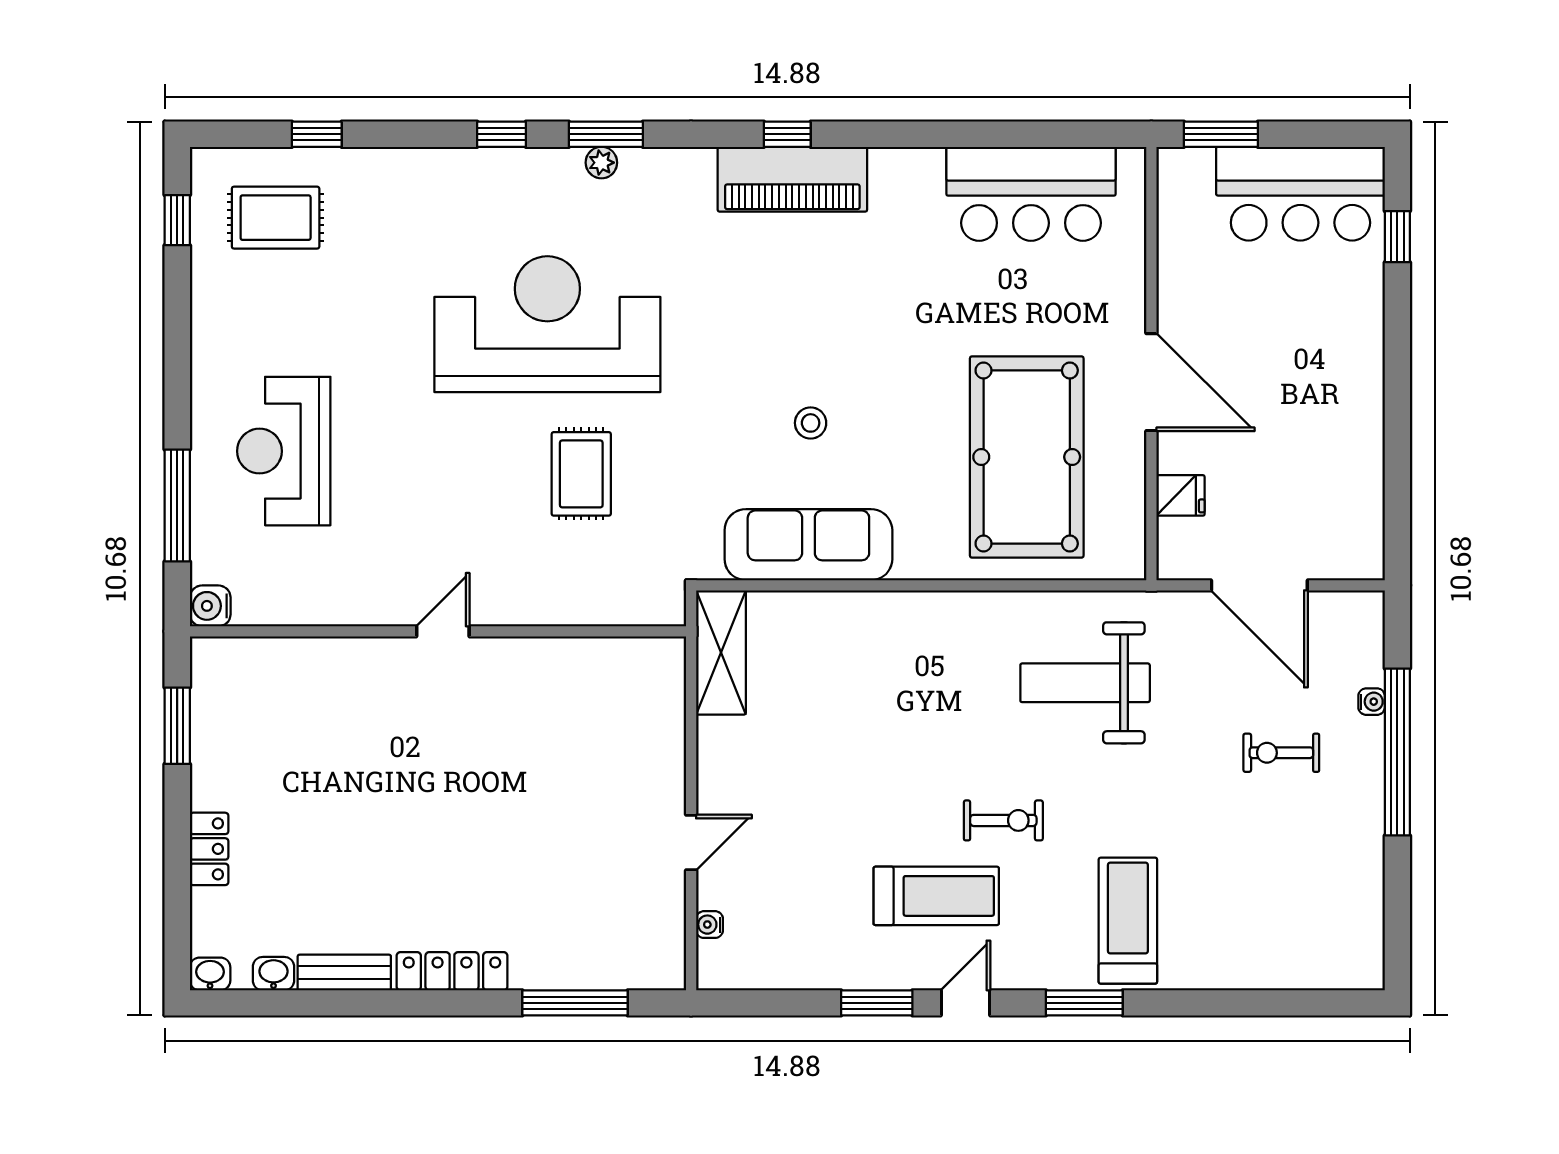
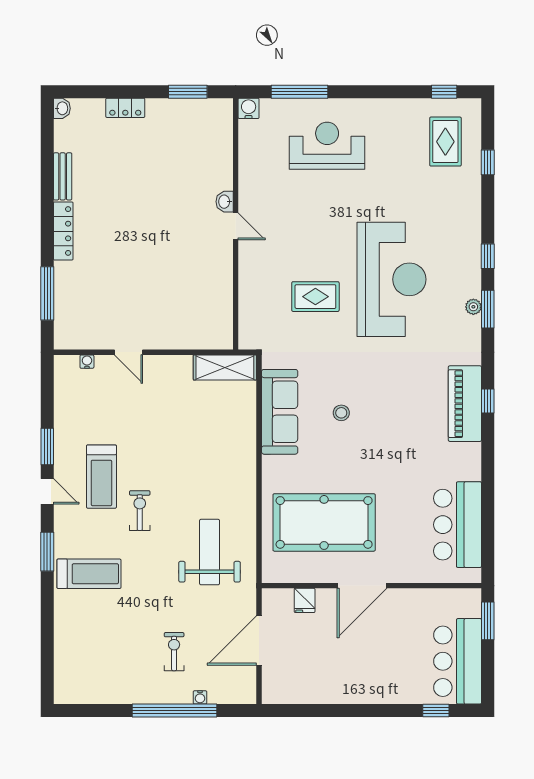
exercise bike: (1003, 820) -> (140, 511), turned 180
washbasin: (274, 974) -> (225, 202), moved, turned 180

